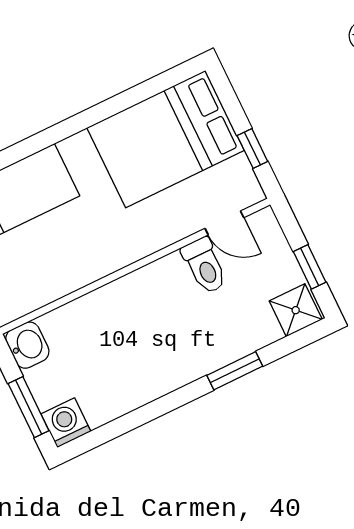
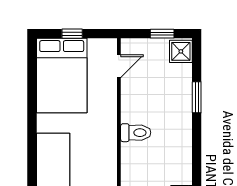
window: (252, 149) -> (72, 34), moved
toilet: (205, 266) -> (136, 133), moved

